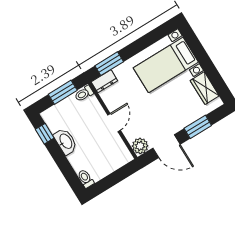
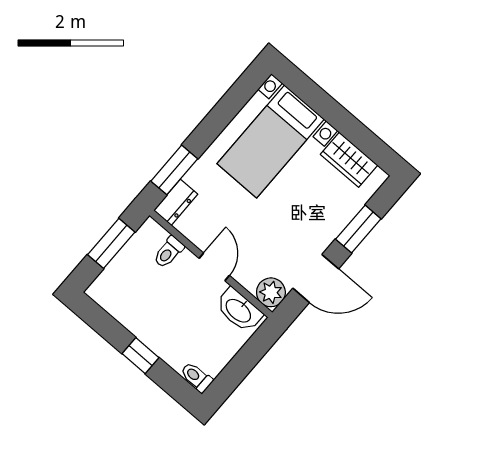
toilet: (84, 94) -> (169, 252), moved
window: (45, 134) -> (141, 356), moved
washbasin: (65, 141) -> (239, 310), moved, turned 180

